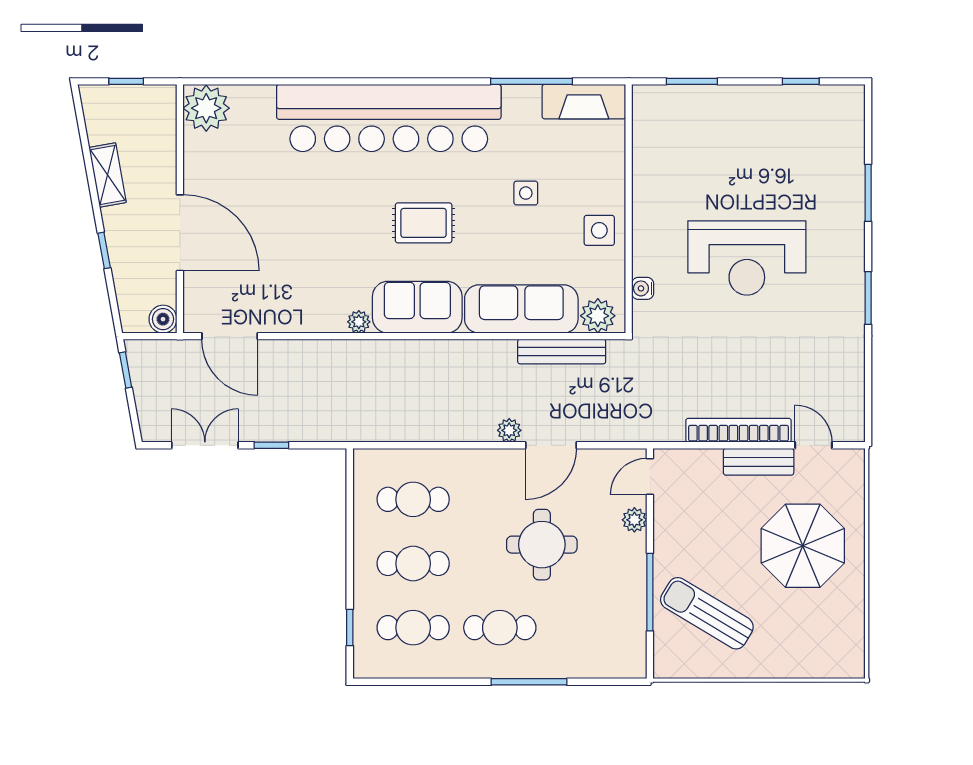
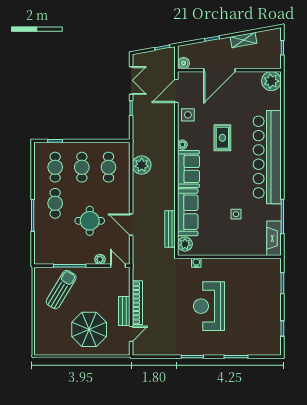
rug: (424, 223) -> (222, 138), moved
side table: (599, 230) -> (188, 115), moved
plant: (509, 430) -> (142, 165), moved, width x1.88, depth x1.88

